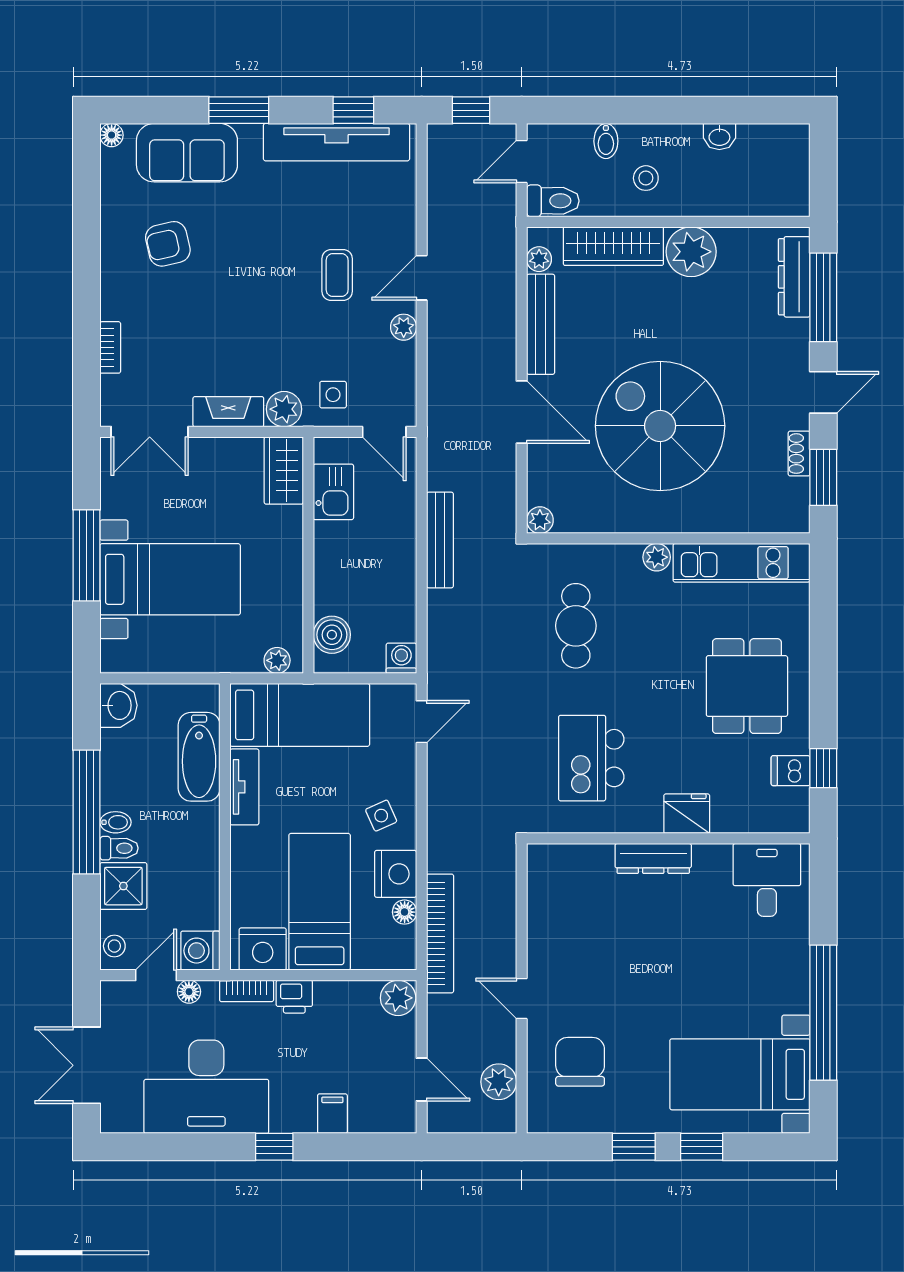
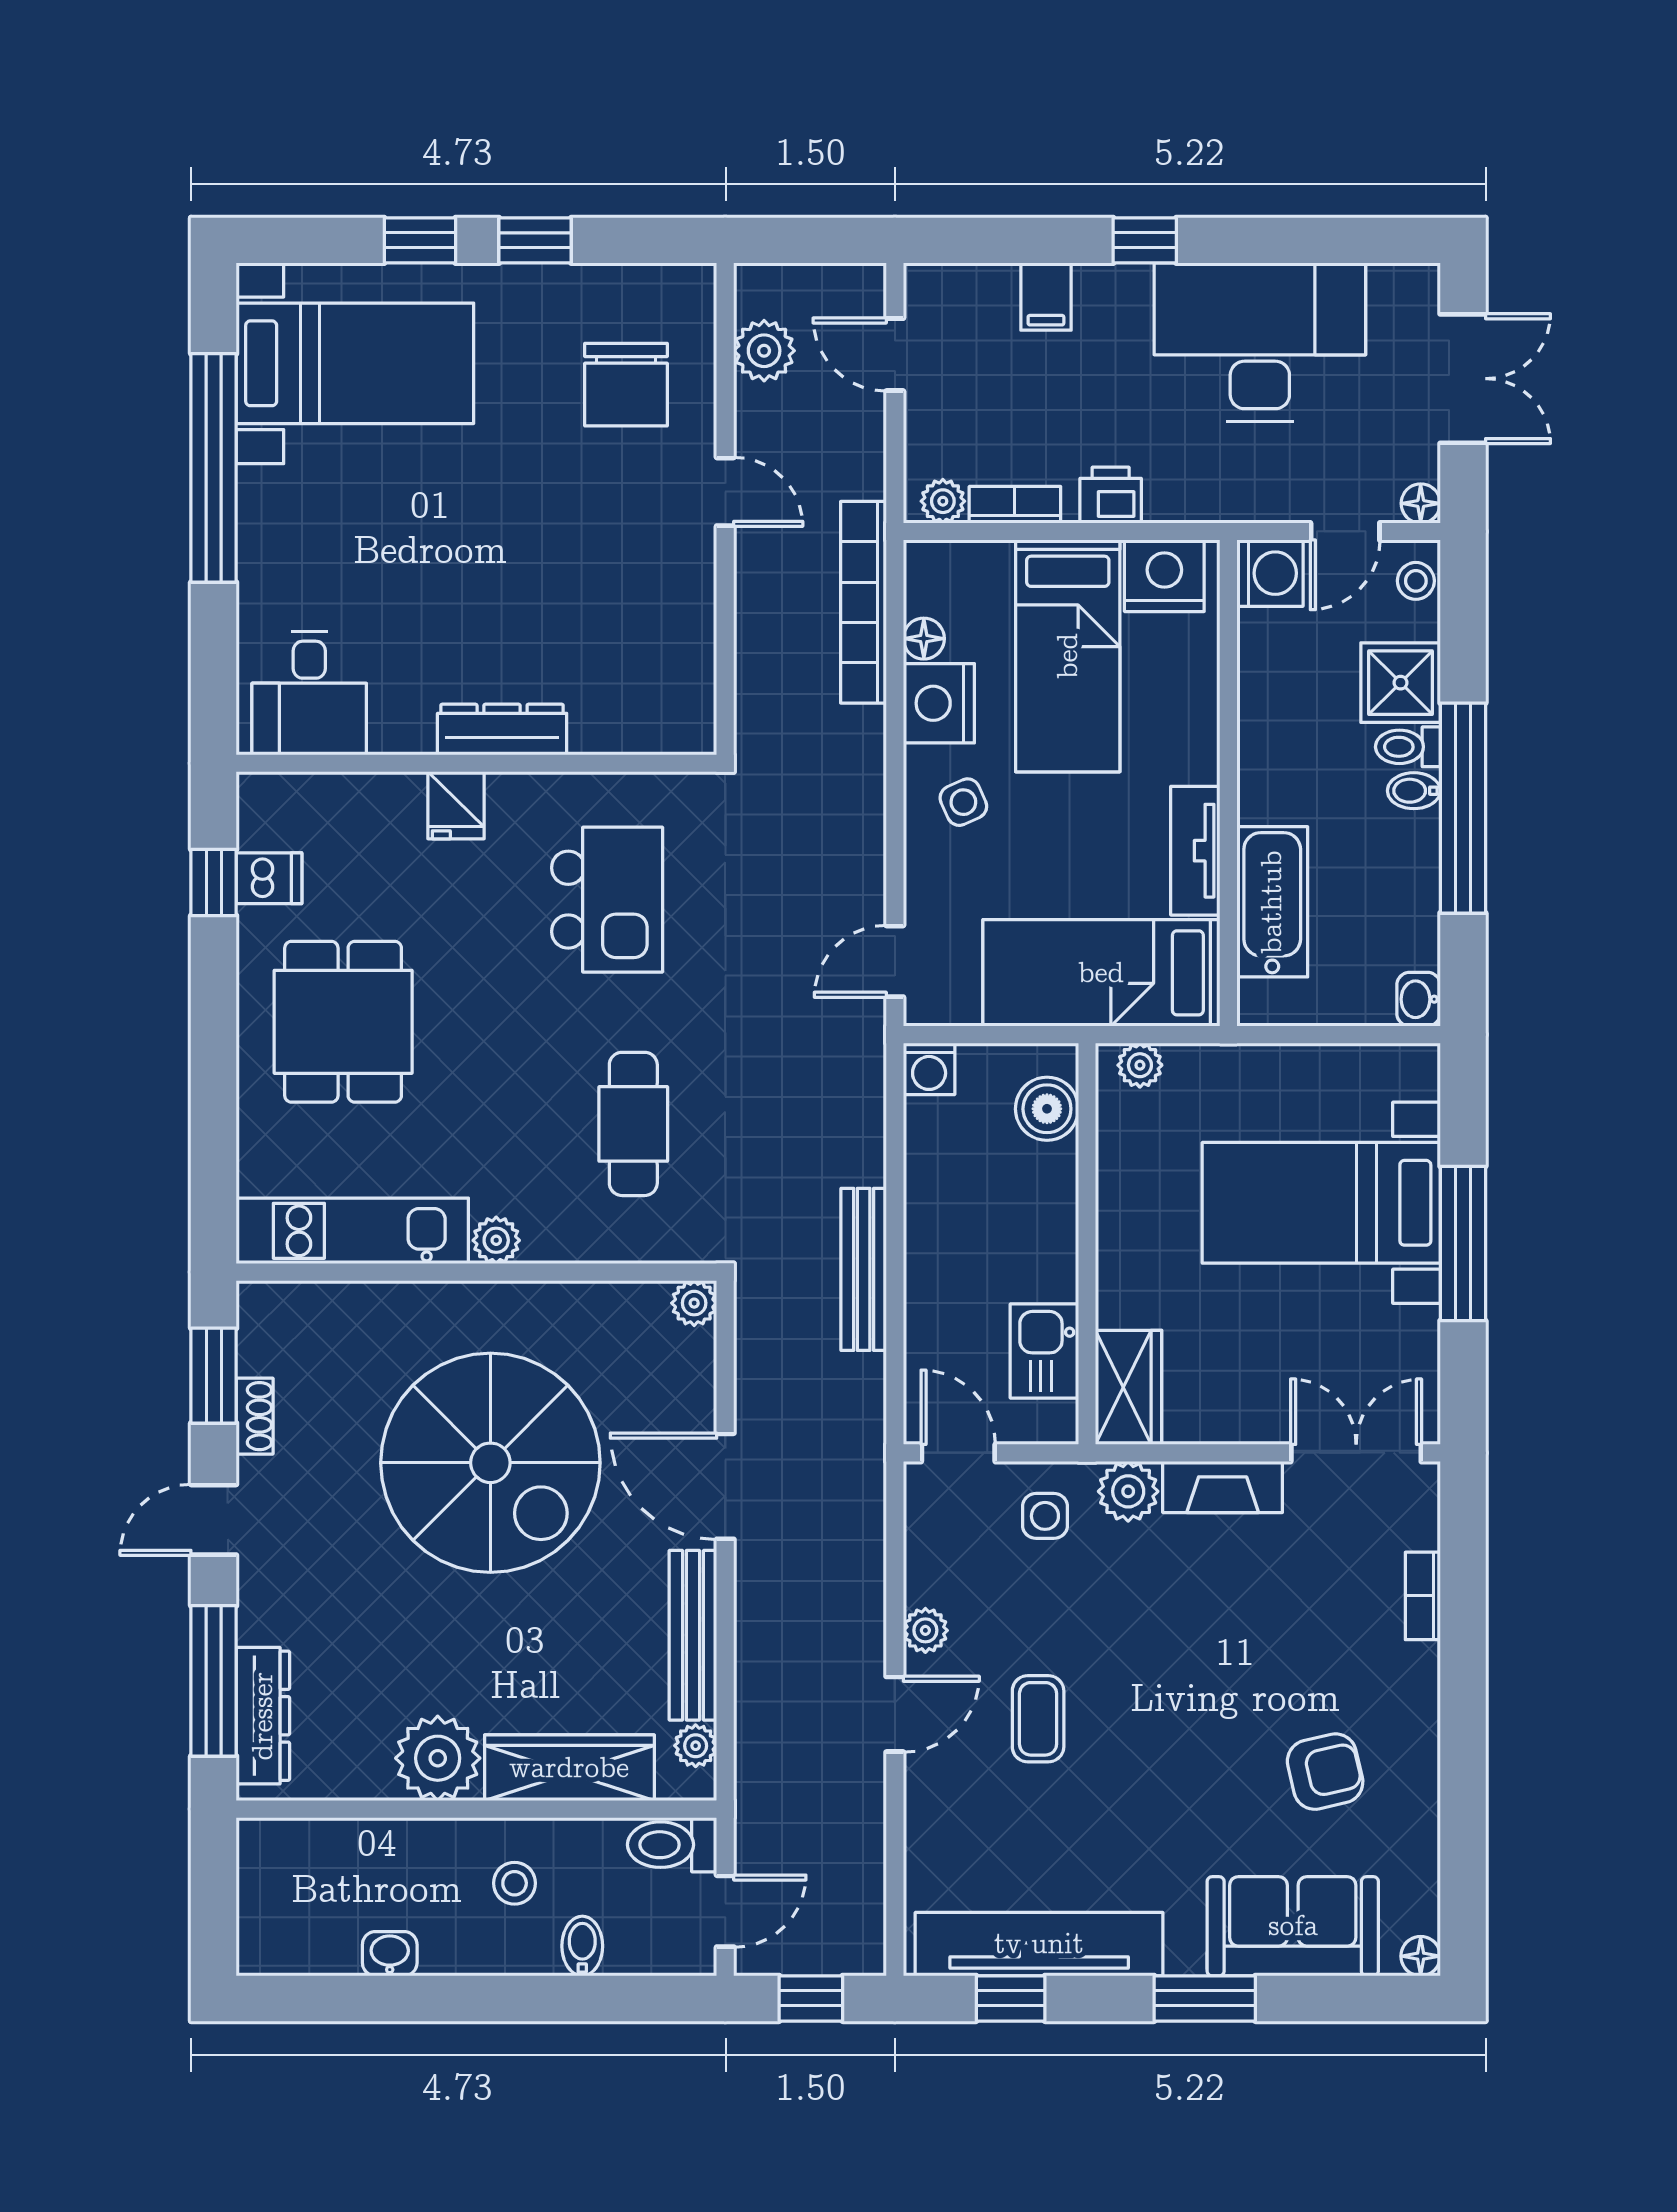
washbasin: (118, 705) -> (1419, 999), width x0.72, depth x0.69
fridge: (687, 814) -> (456, 805), width x0.72
bookcase: (247, 991) -> (1015, 505), moved
floor lamp: (189, 992) -> (1421, 503), moved
plant: (398, 998) -> (943, 501), width x0.73, depth x0.73

